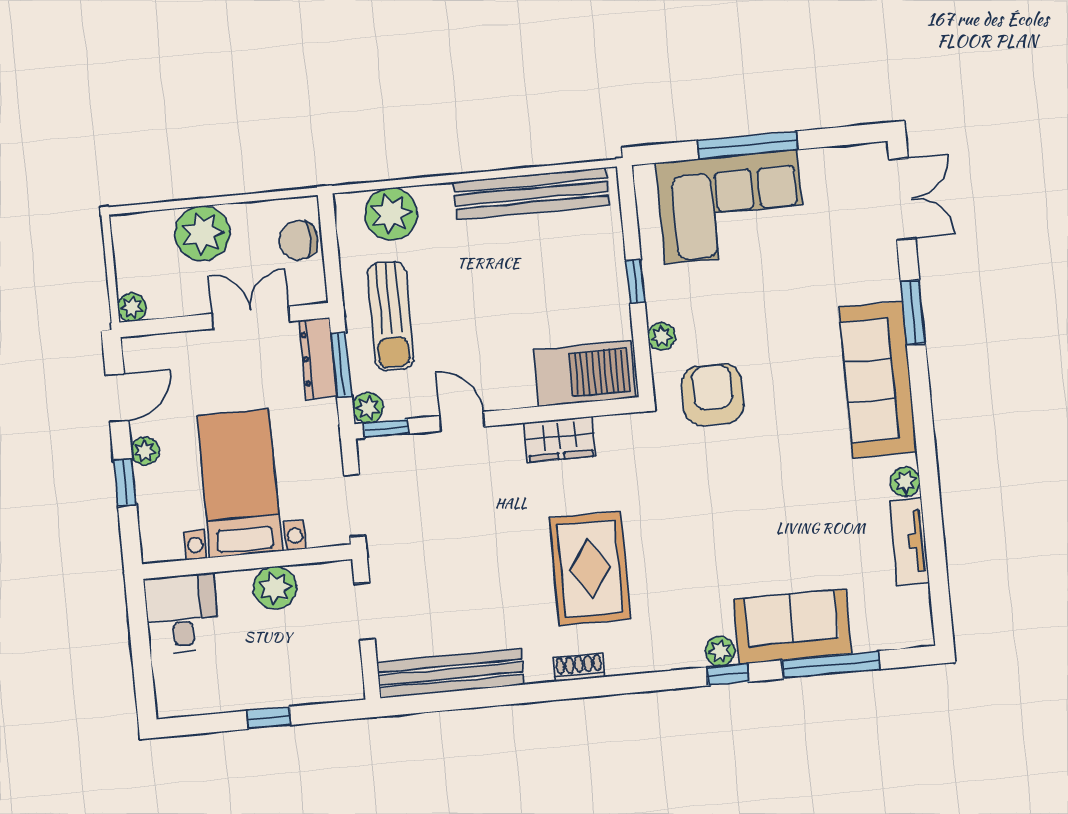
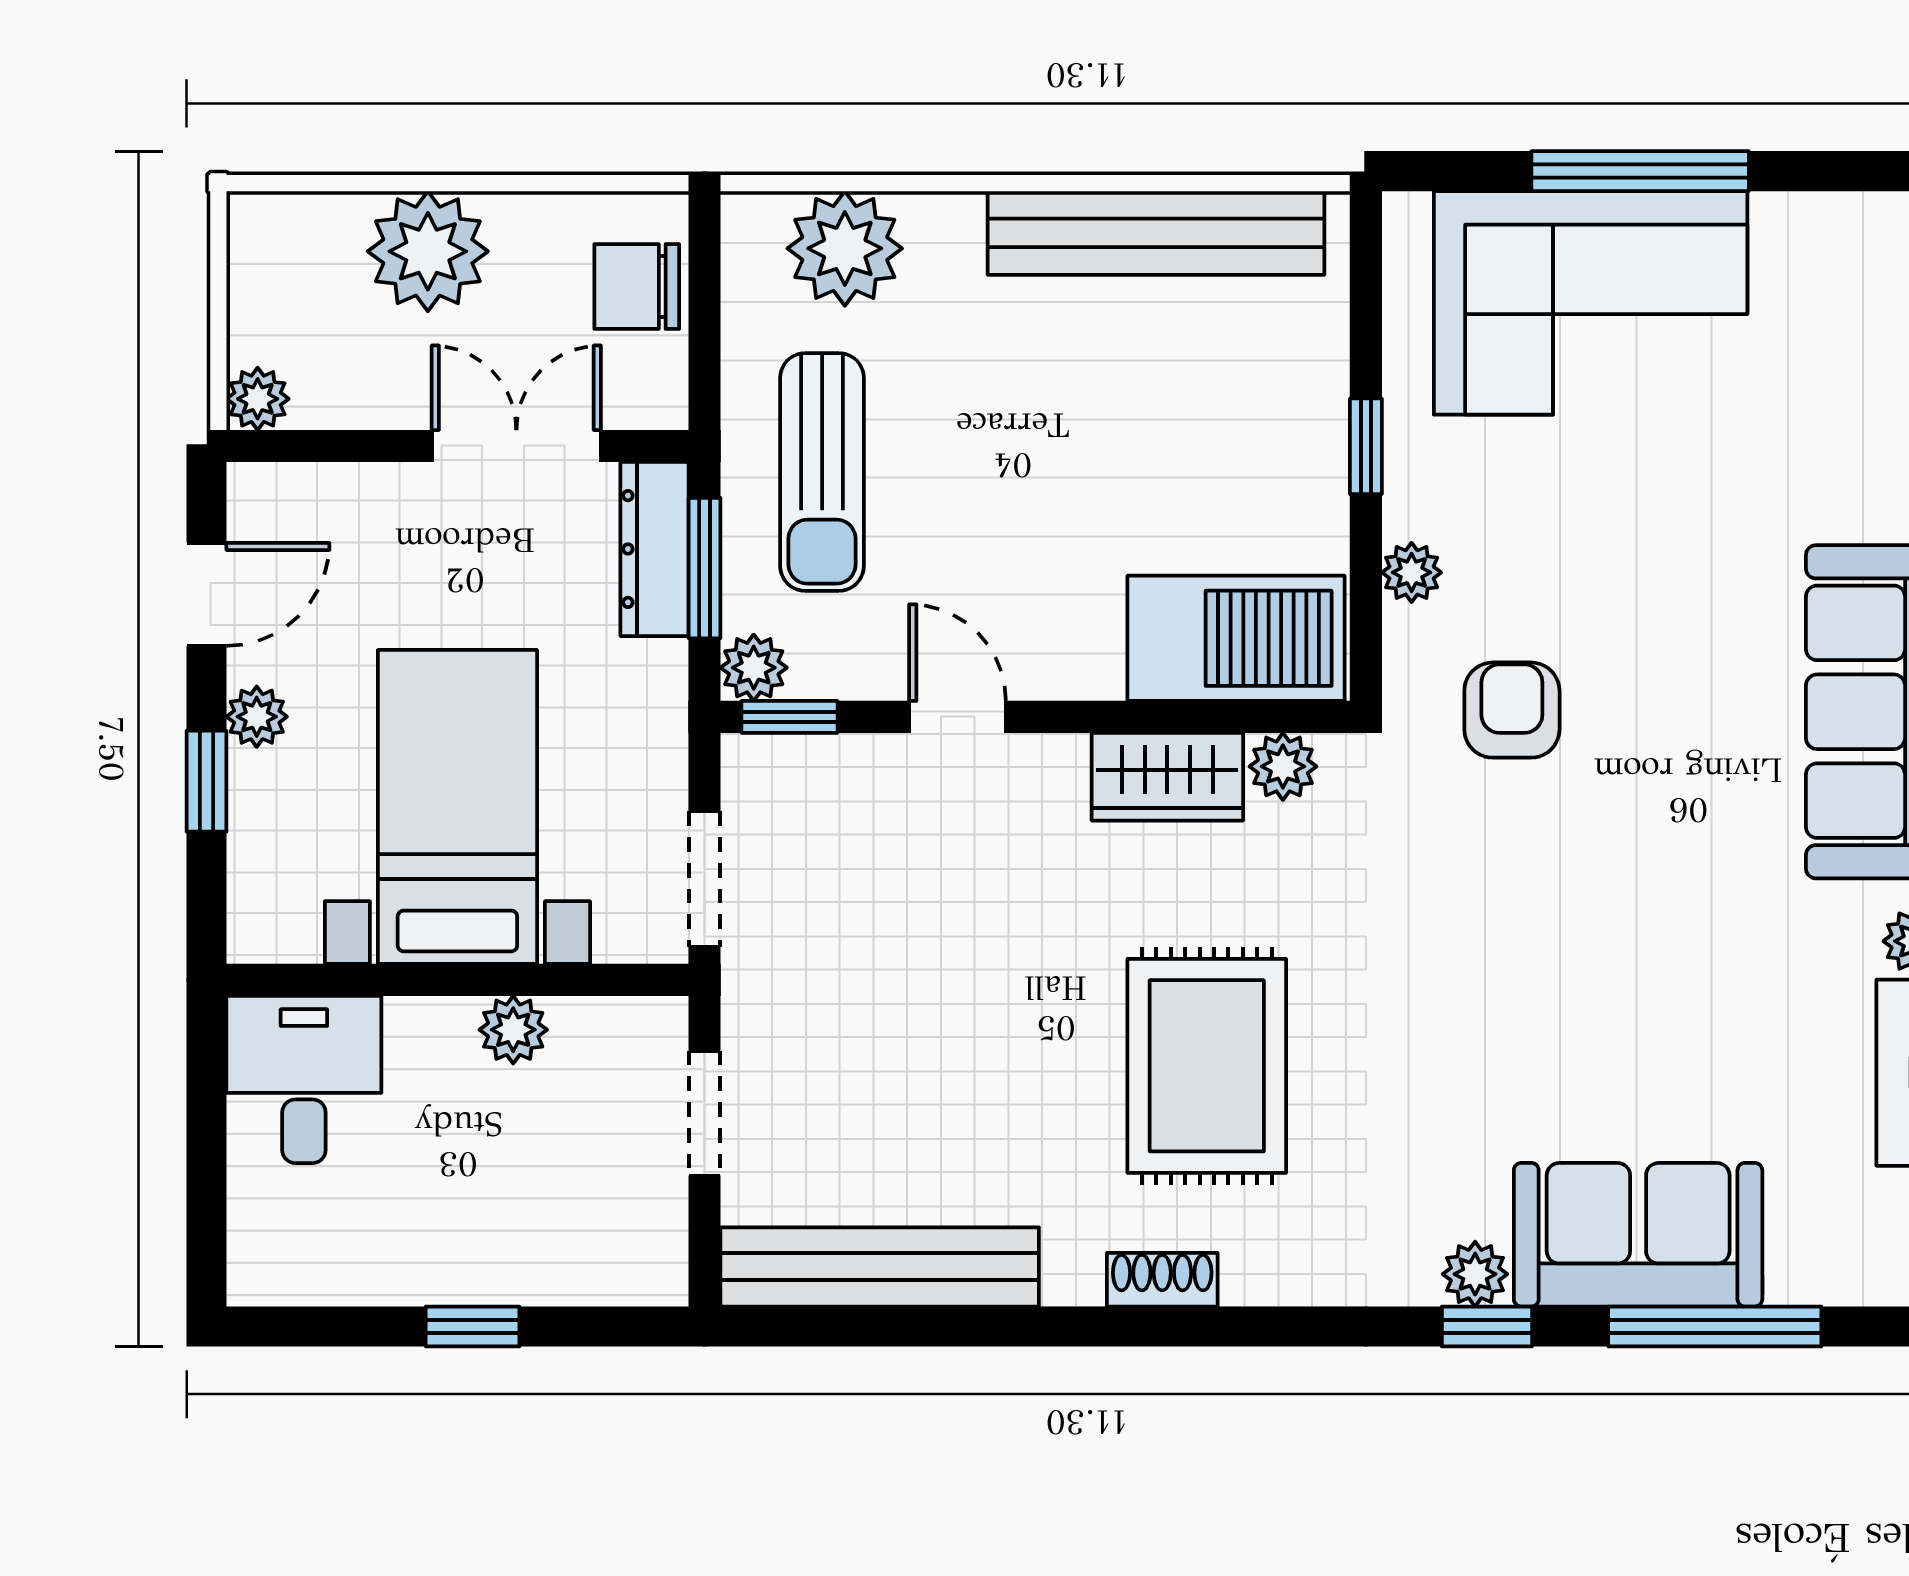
armchair: (713, 394) -> (1512, 710), width x0.72, depth x0.72
plant: (612, 430) -> (1283, 766), added
plant: (275, 588) -> (513, 1030), width x0.73, depth x0.73

